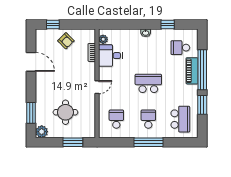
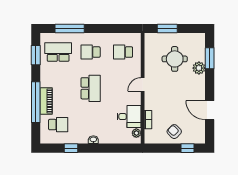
school desk: (148, 83) -> (91, 88), turned -90
window: (202, 105) -> (36, 55), moved
school desk: (116, 119) -> (123, 52), turned 90
school desk: (148, 119) -> (91, 52), turned 90
school desk: (180, 119) -> (58, 52), turned 90
plant: (42, 132) -> (199, 68), moved
window: (149, 142) -> (70, 29), moved

